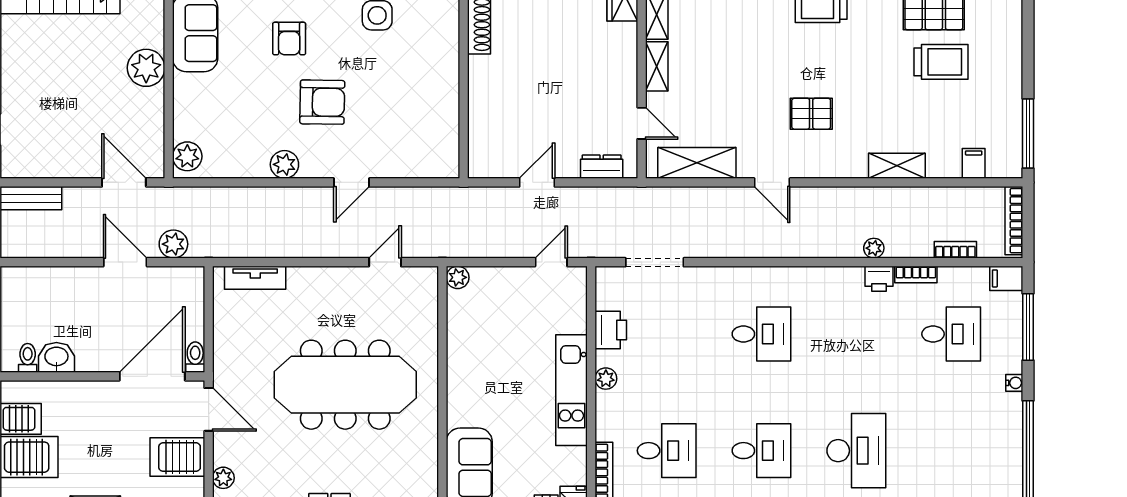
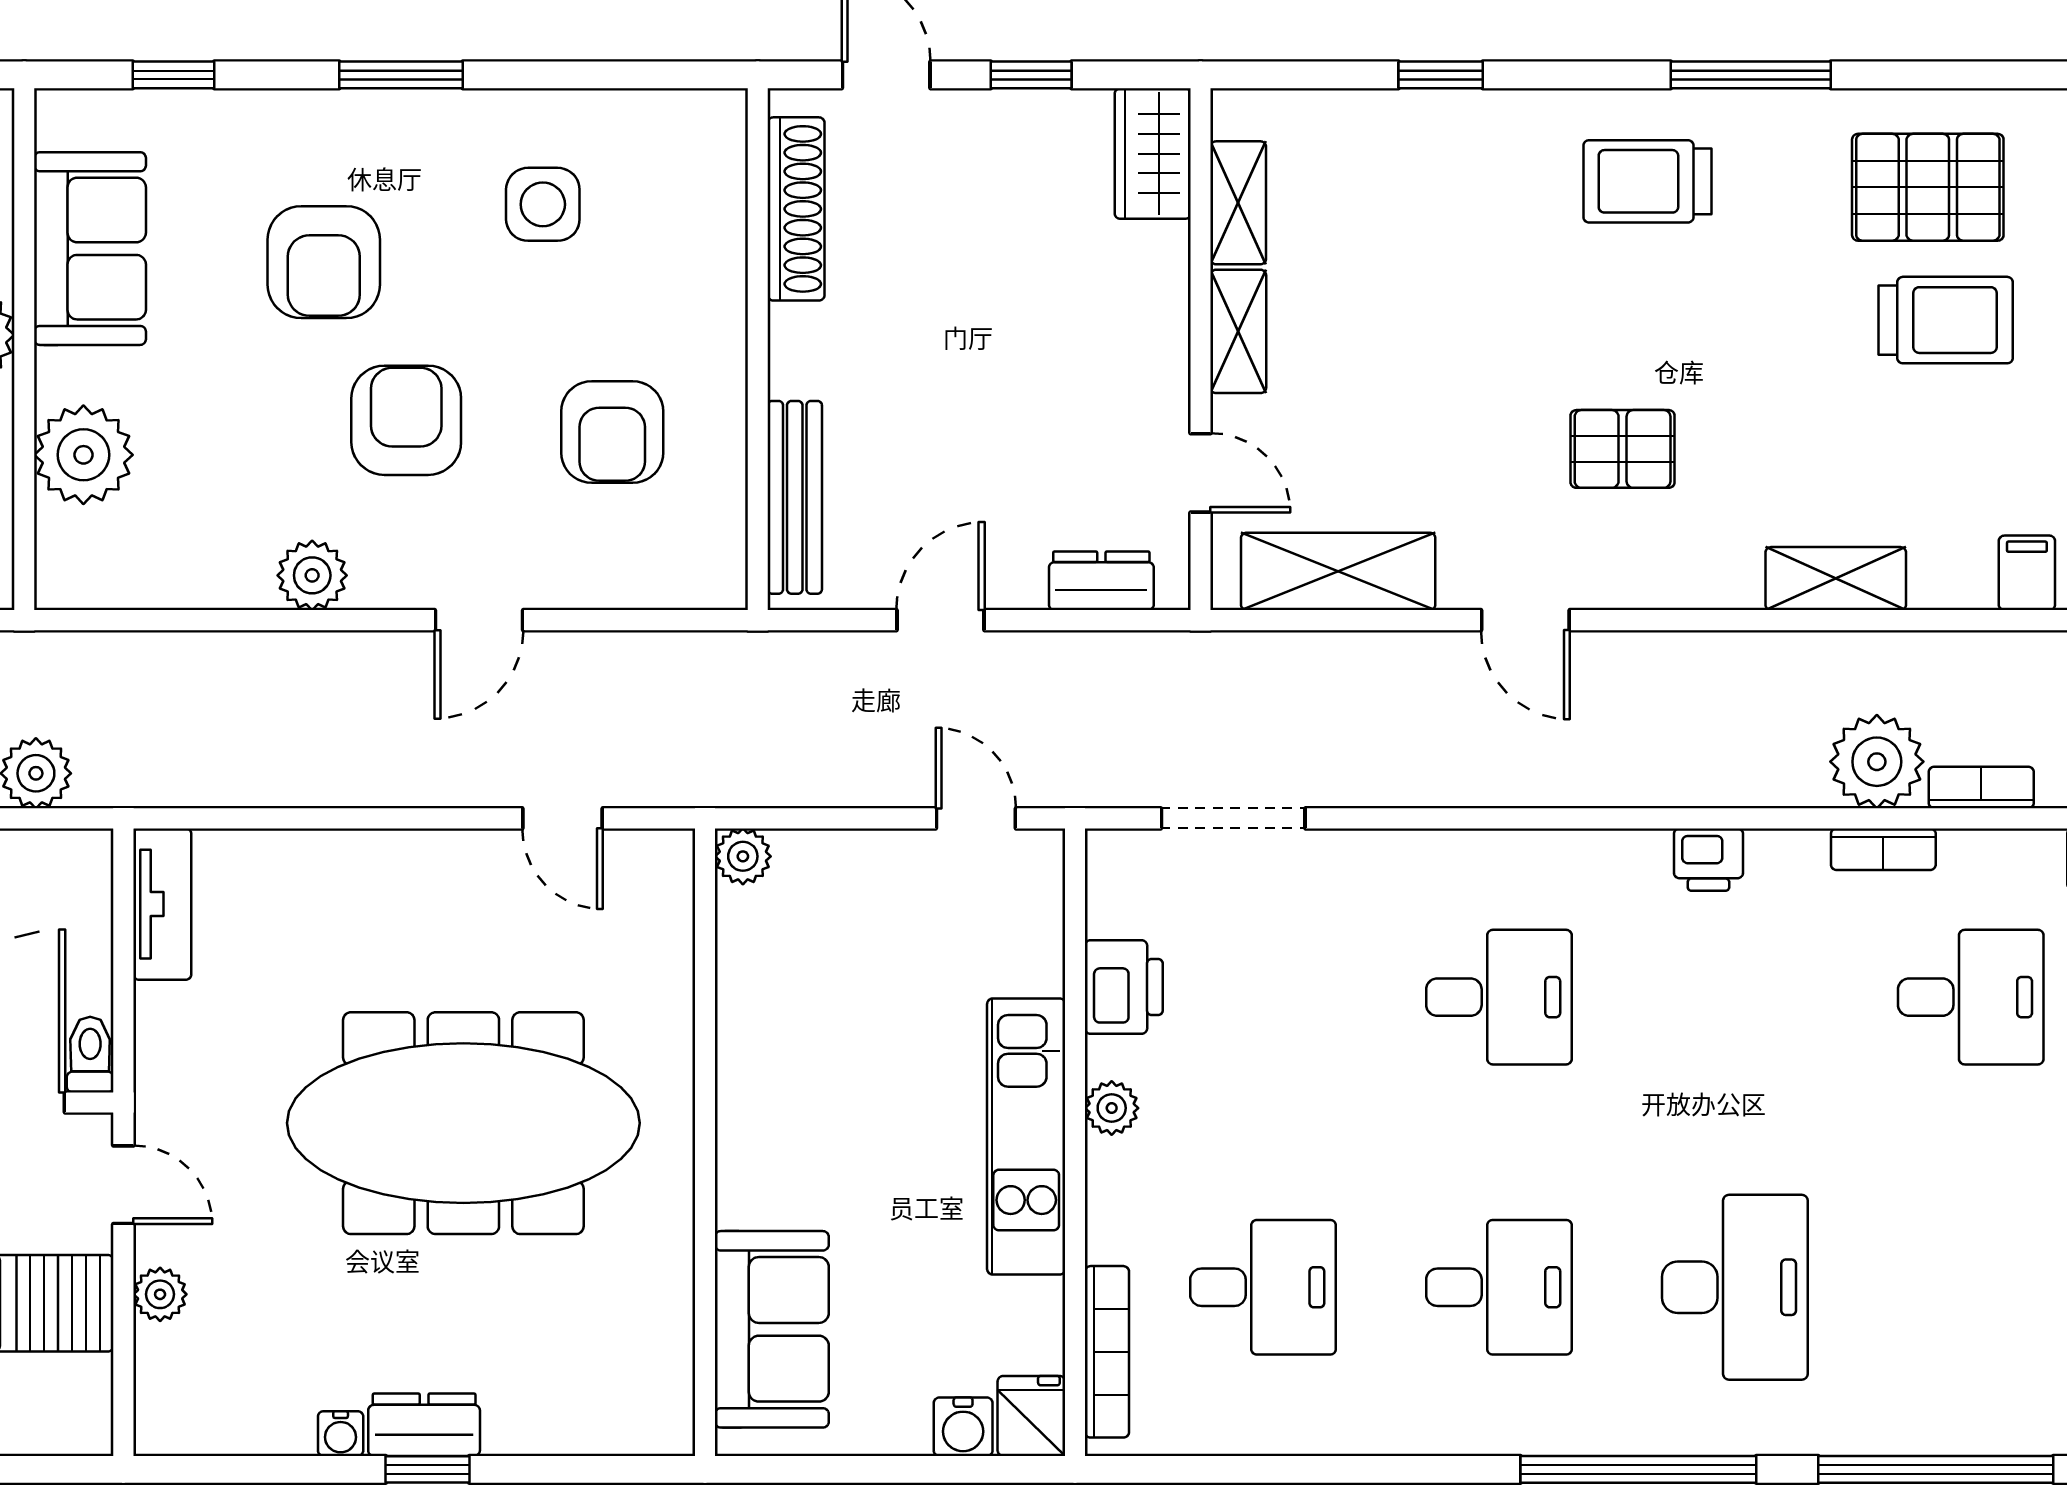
armchair: (289, 39) -> (324, 262), width x1.38, depth x1.38
armchair: (322, 102) -> (406, 420), turned -91
armchair: (405, 107) -> (612, 432), added
bench: (478, 133) -> (795, 497), added
plant: (187, 156) -> (83, 455), moved, width x1.36, depth x1.36
plant: (874, 248) -> (1877, 762), moved, width x1.87, depth x1.87
door: (385, 262) -> (562, 818), swing flipped
door: (551, 262) -> (976, 818), hinge flipped
tv unit: (255, 278) -> (162, 904), moved, turned -90
printer: (879, 279) -> (1708, 860), moved
door: (209, 409) -> (123, 1185), width x0.73
plant: (223, 478) -> (160, 1294), moved

